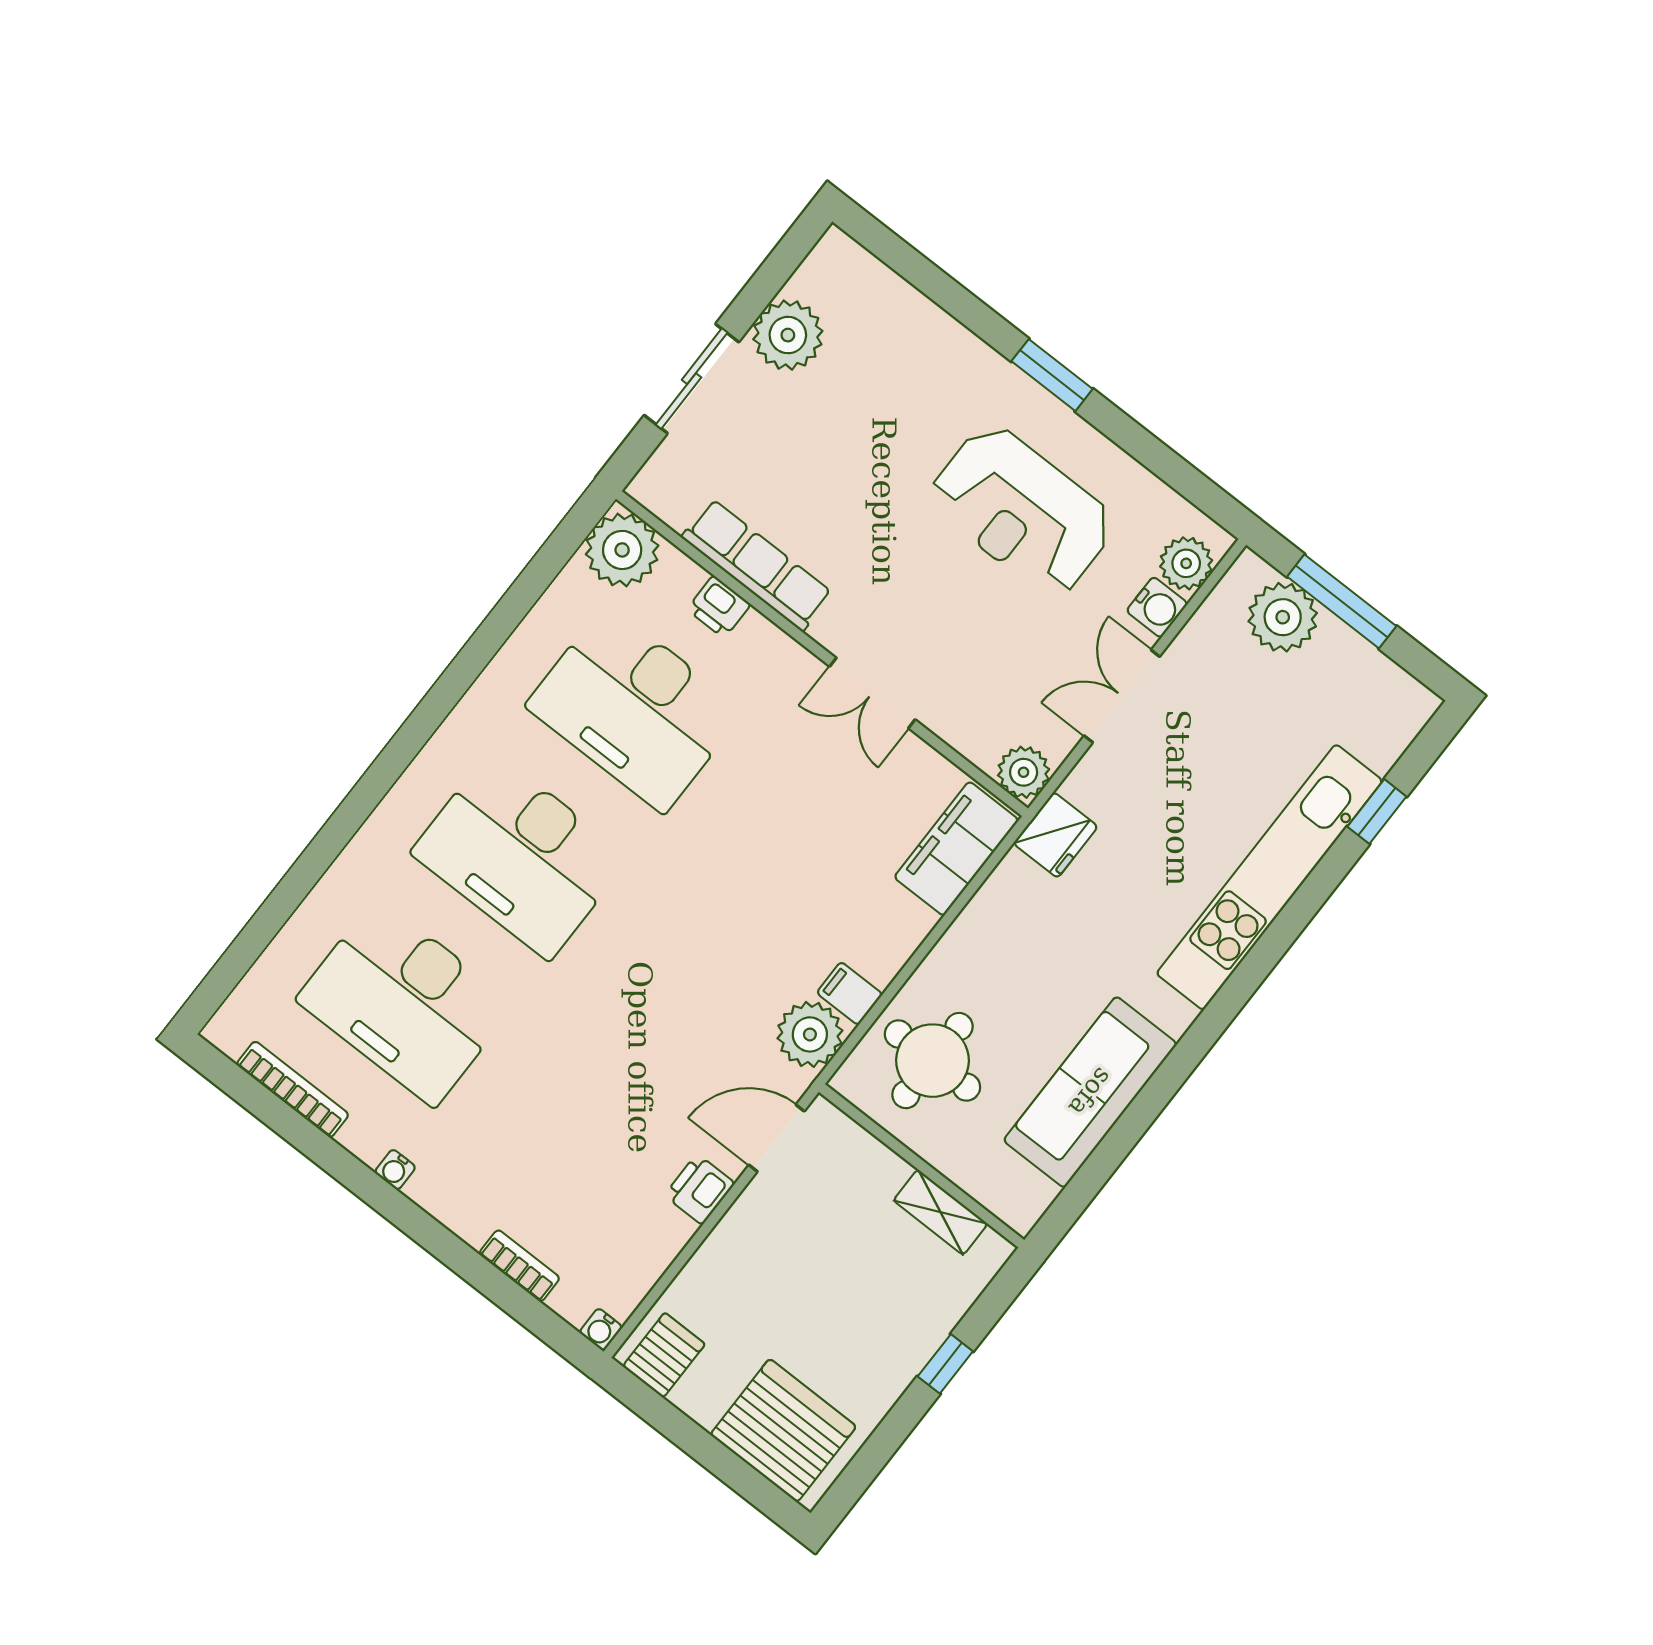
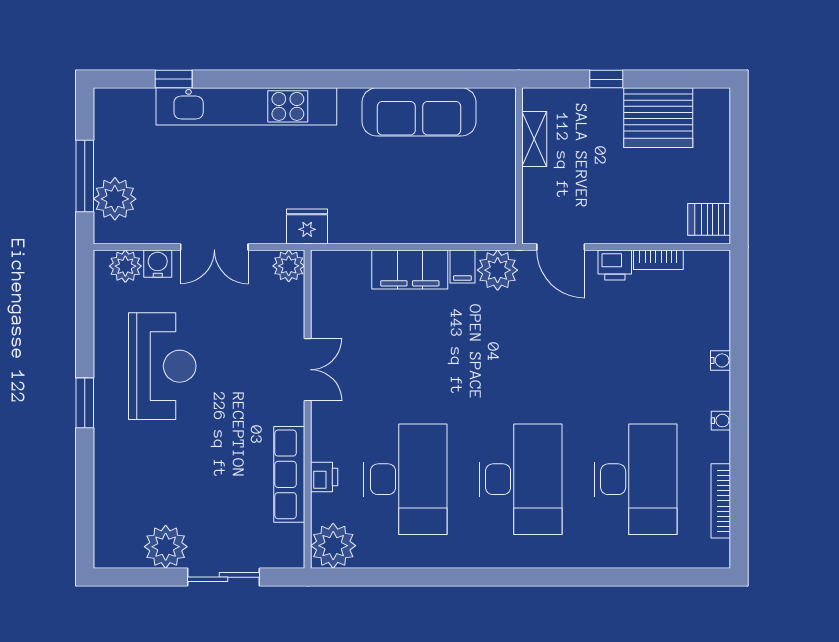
filing cabinet: (956, 849) -> (410, 270), moved
round table: (932, 1061) -> (464, 201), removed
bookcase: (519, 1266) -> (658, 260), moved, turned -90
water cooler: (601, 1330) -> (720, 360), moved
server rack: (783, 1431) -> (658, 118), moved, turned -90

